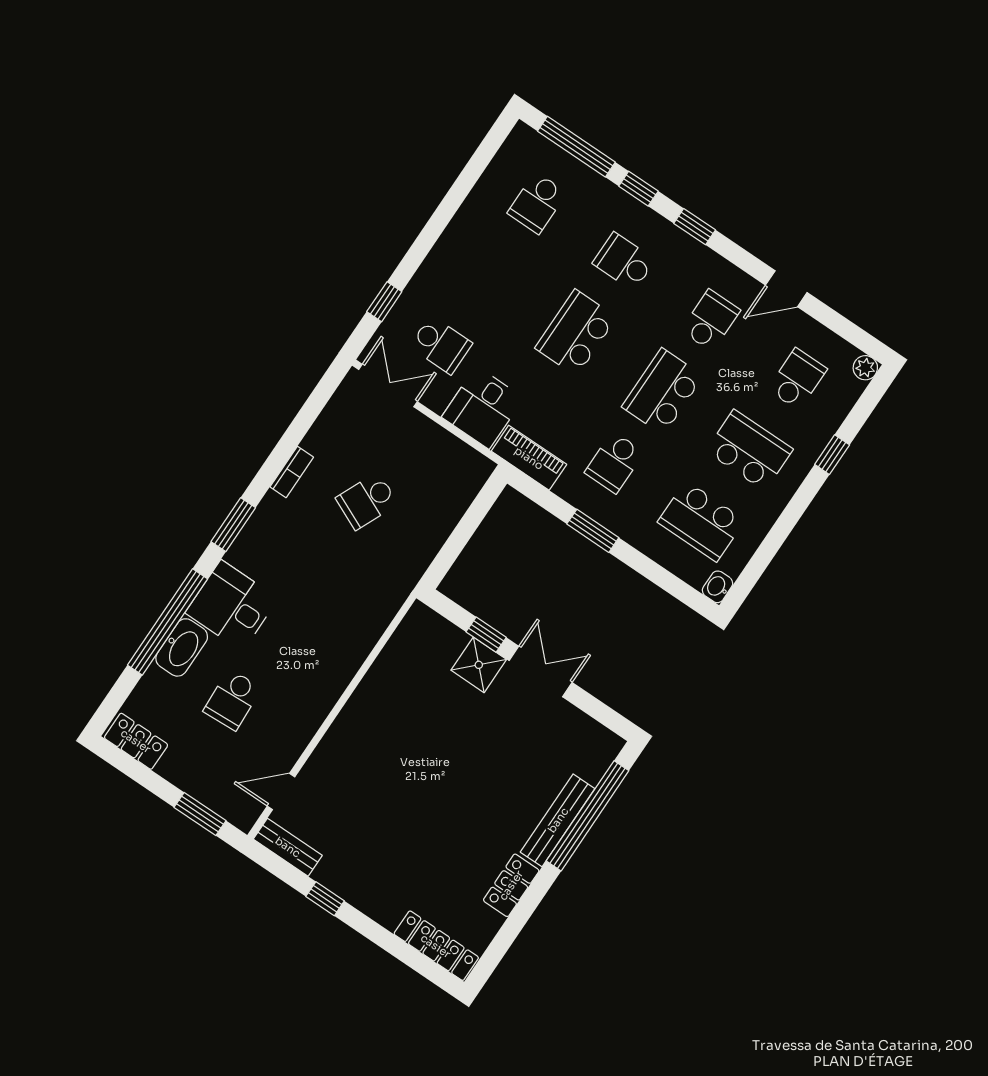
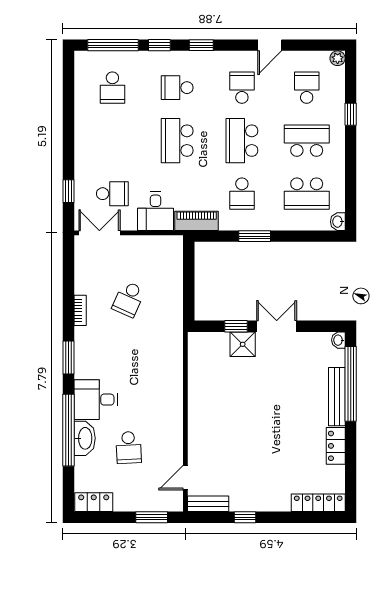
washbasin: (611, 746) -> (338, 340), added

